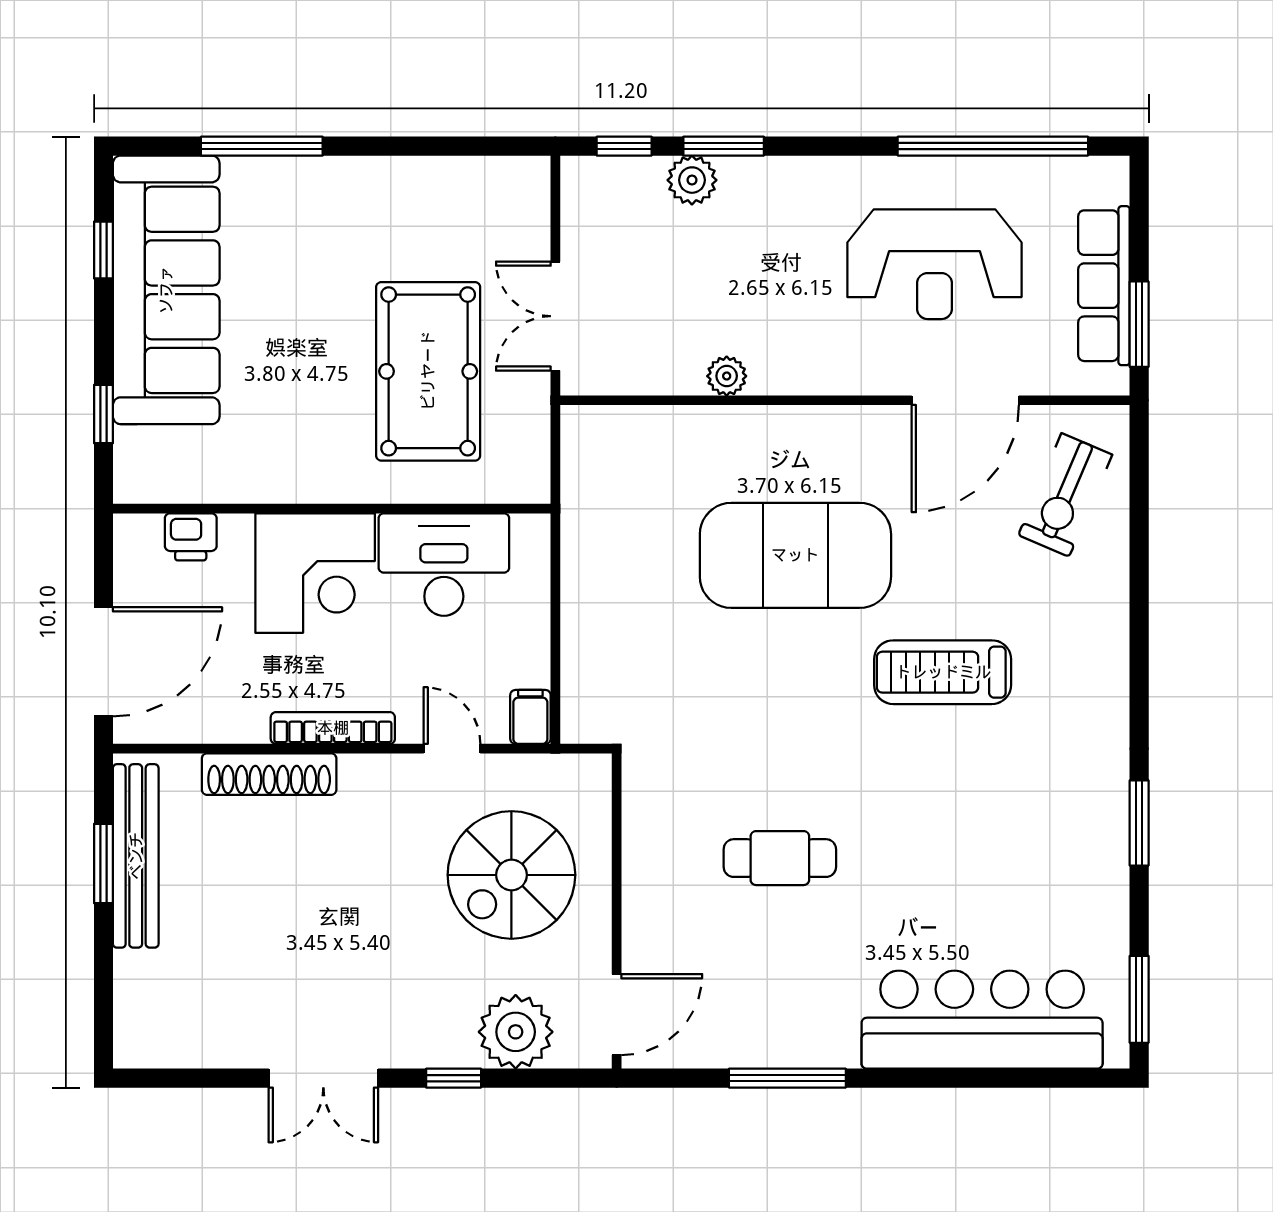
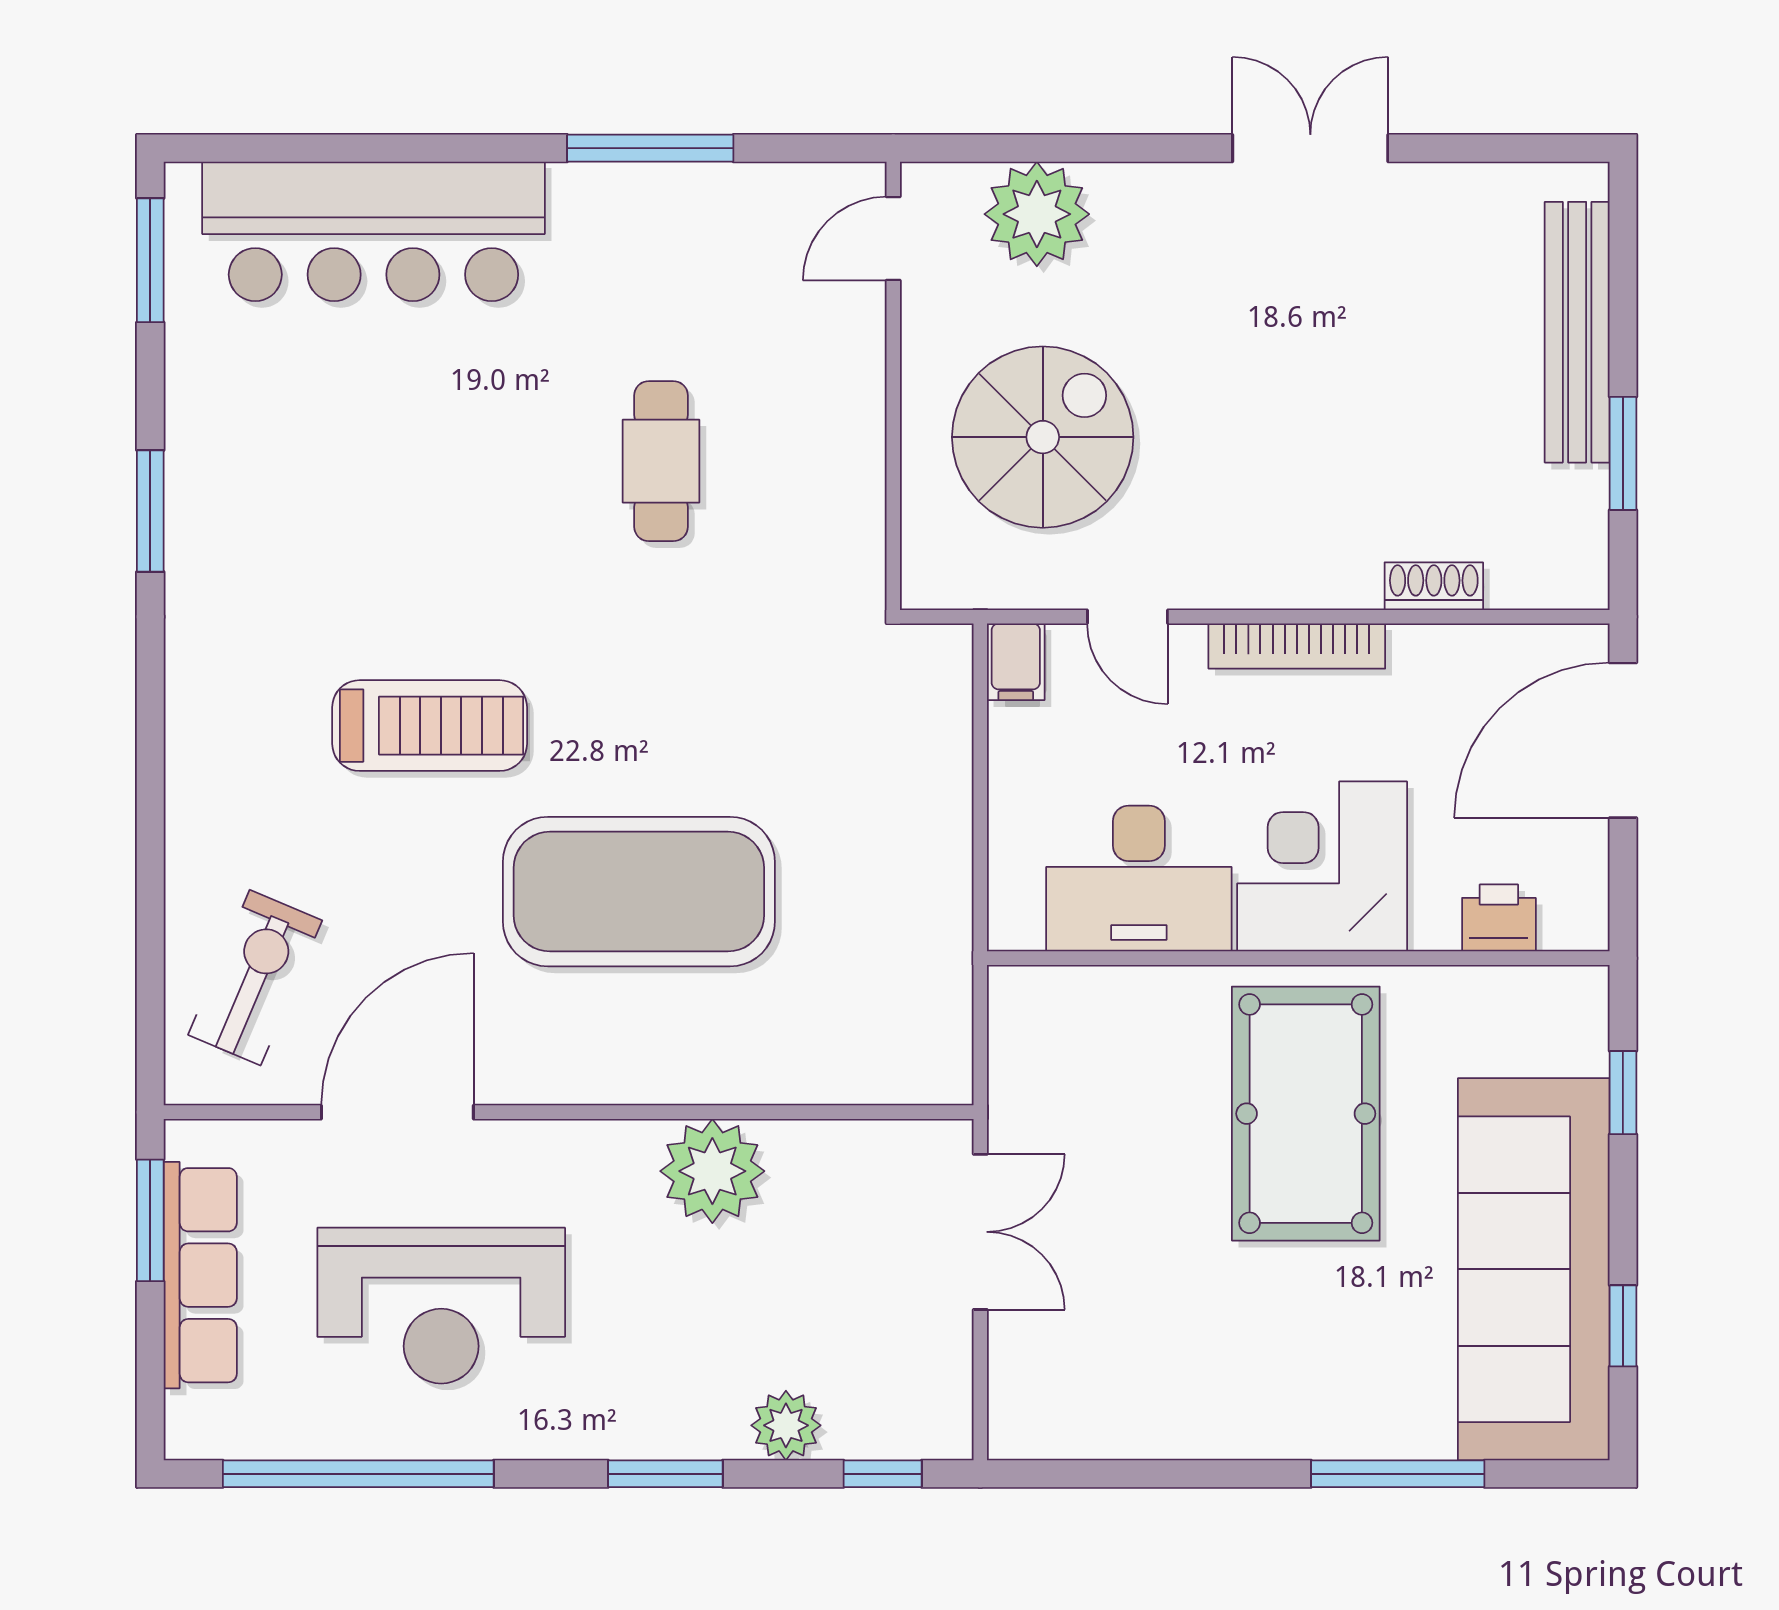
window: (724, 146) -> (665, 1474), moved
reception desk: (934, 264) -> (441, 1306), turned 180
pool table: (428, 371) -> (1306, 1114), moved
plant: (727, 376) -> (712, 1171), width x1.88, depth x1.88
shoe rack: (269, 774) -> (1434, 586), width x0.51, depth x0.81
bench: (136, 856) -> (1577, 332), moved
cafe table: (780, 858) -> (661, 461), turned 90
door: (617, 1015) -> (893, 239), width x0.73
window: (454, 1078) -> (1125, 148), removed

